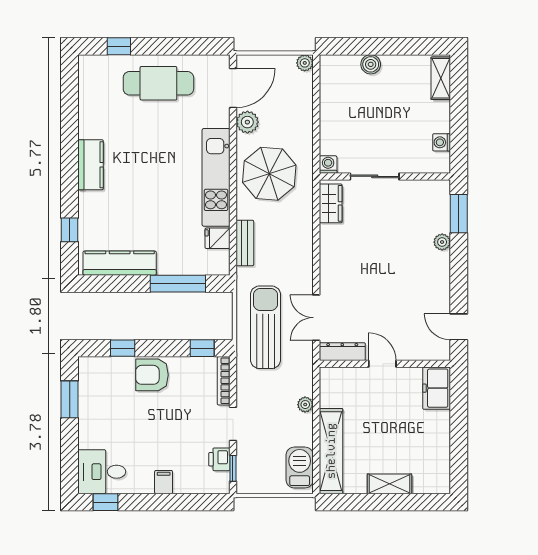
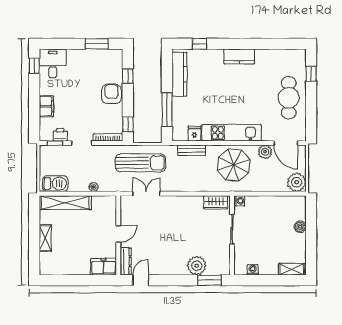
plant: (305, 63) -> (297, 182), width x1.87, depth x1.87
plant: (442, 242) -> (197, 266), width x1.88, depth x1.88
dresser: (342, 352) -> (126, 261), moved
filing cabinet: (164, 482) -> (46, 106), width x2.00

